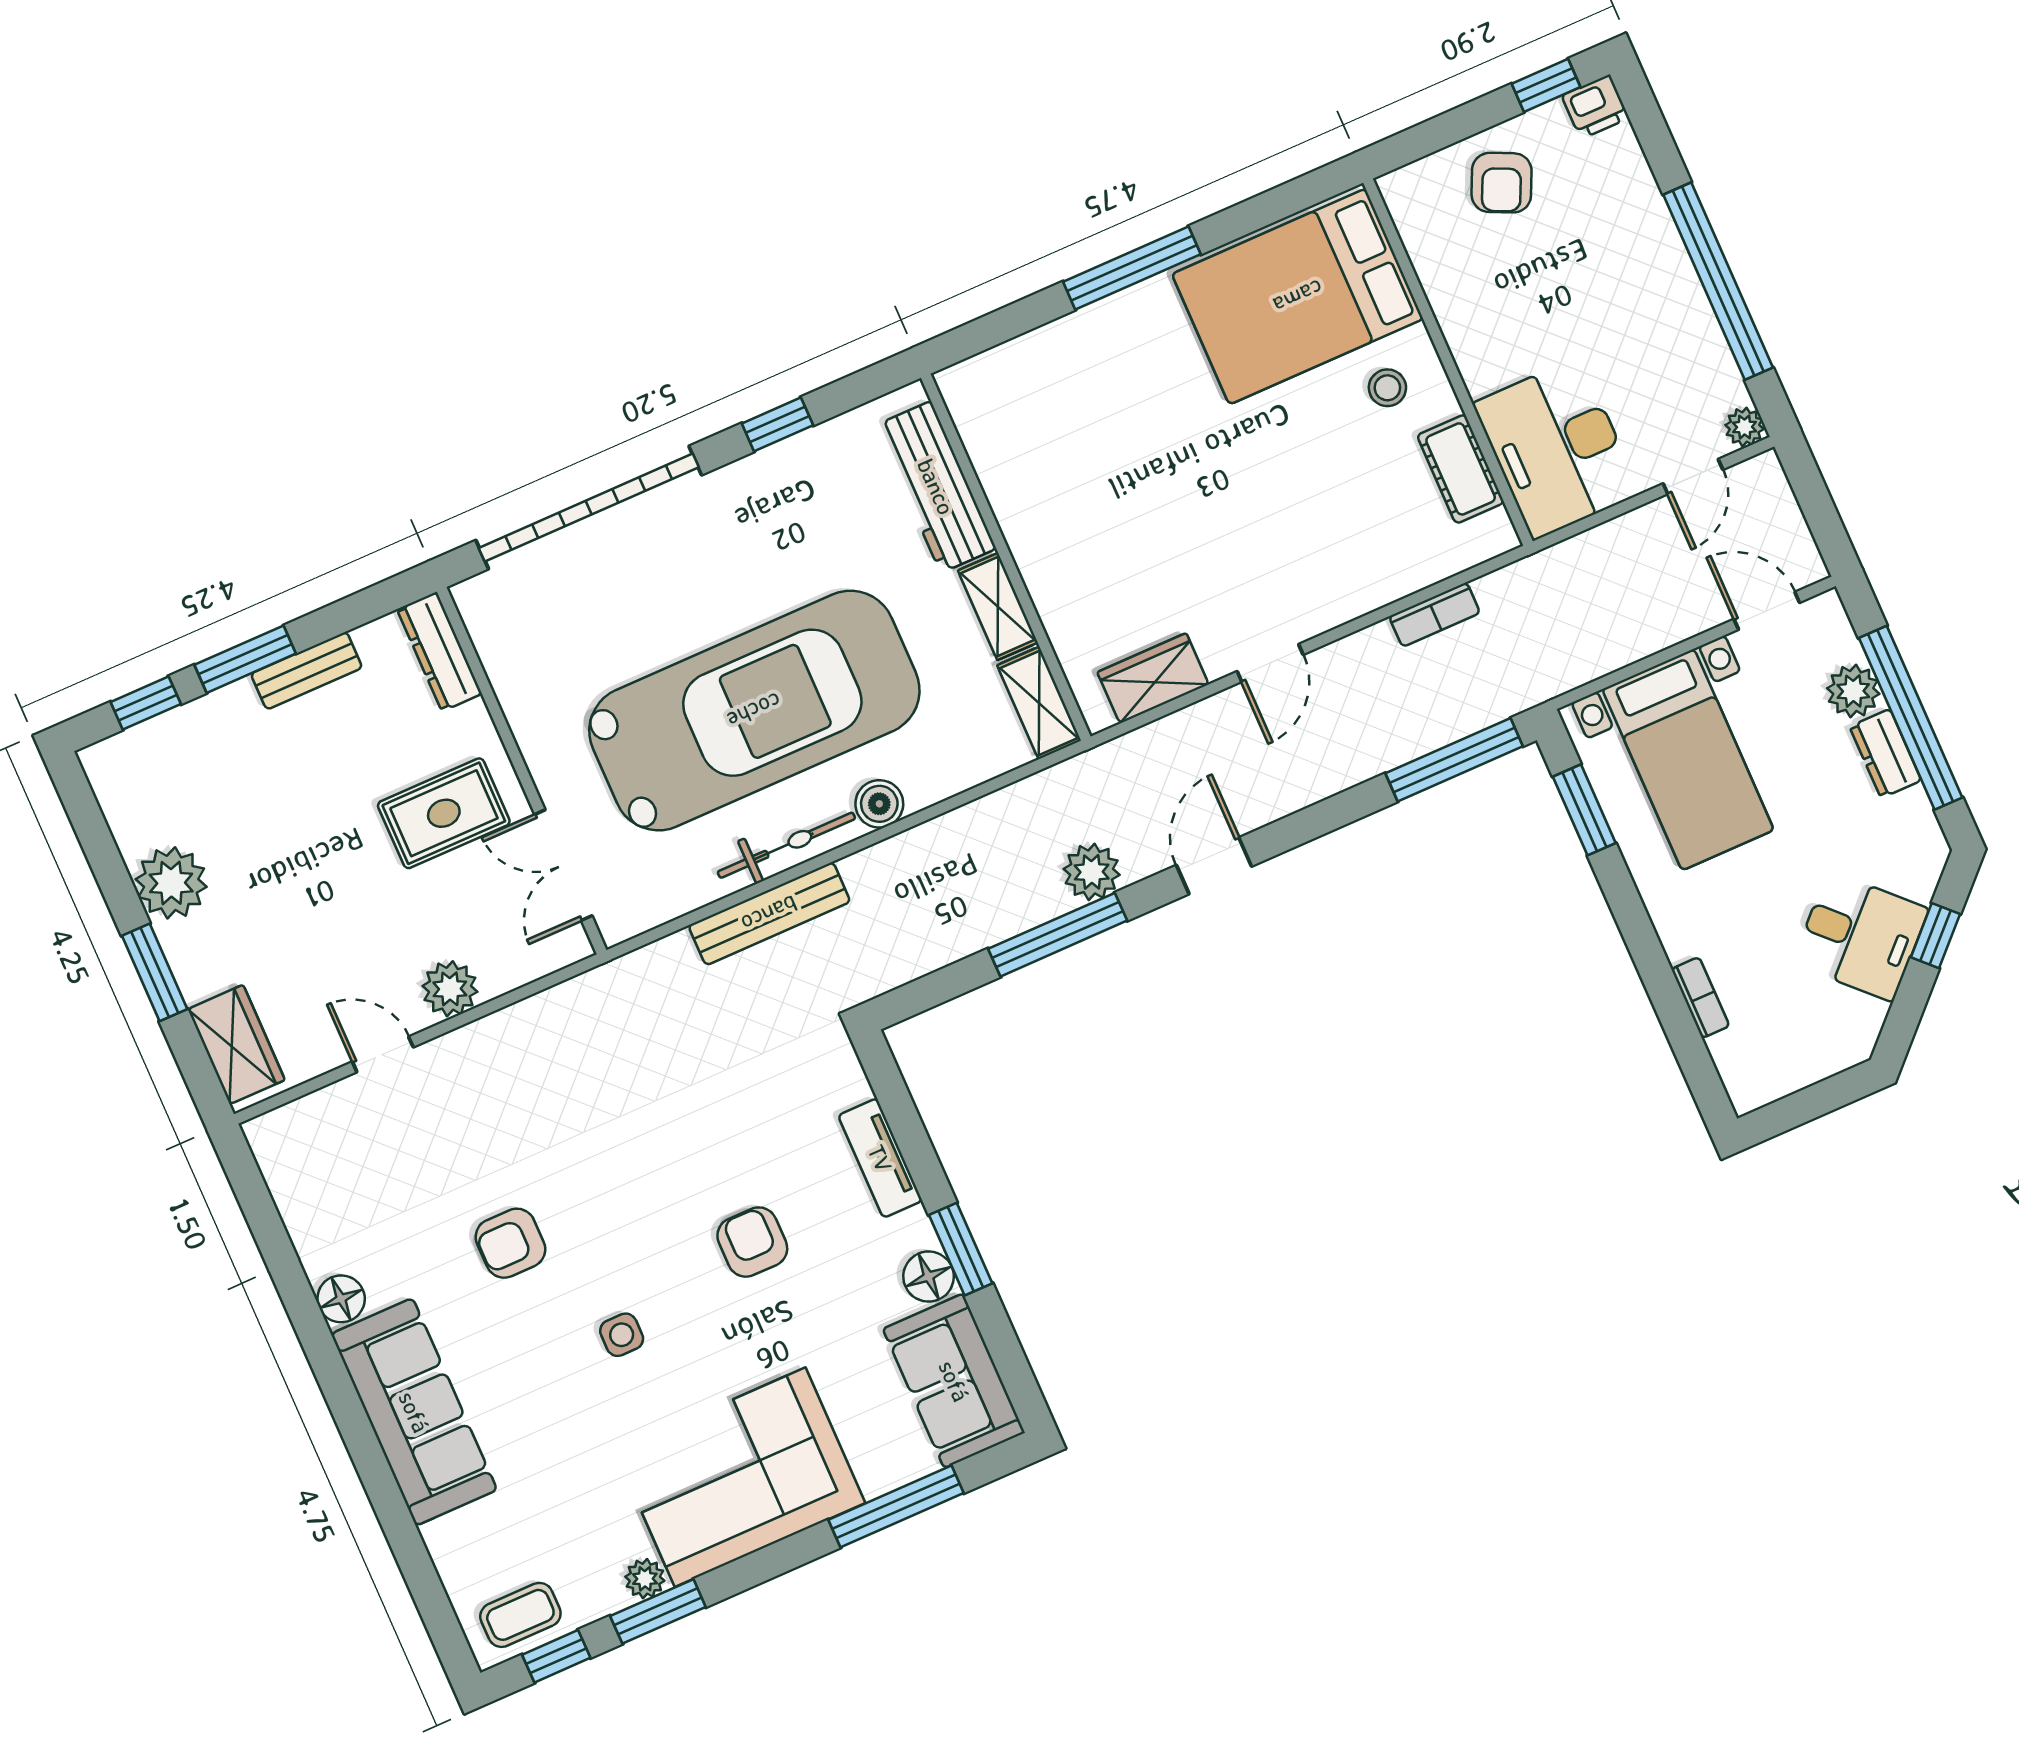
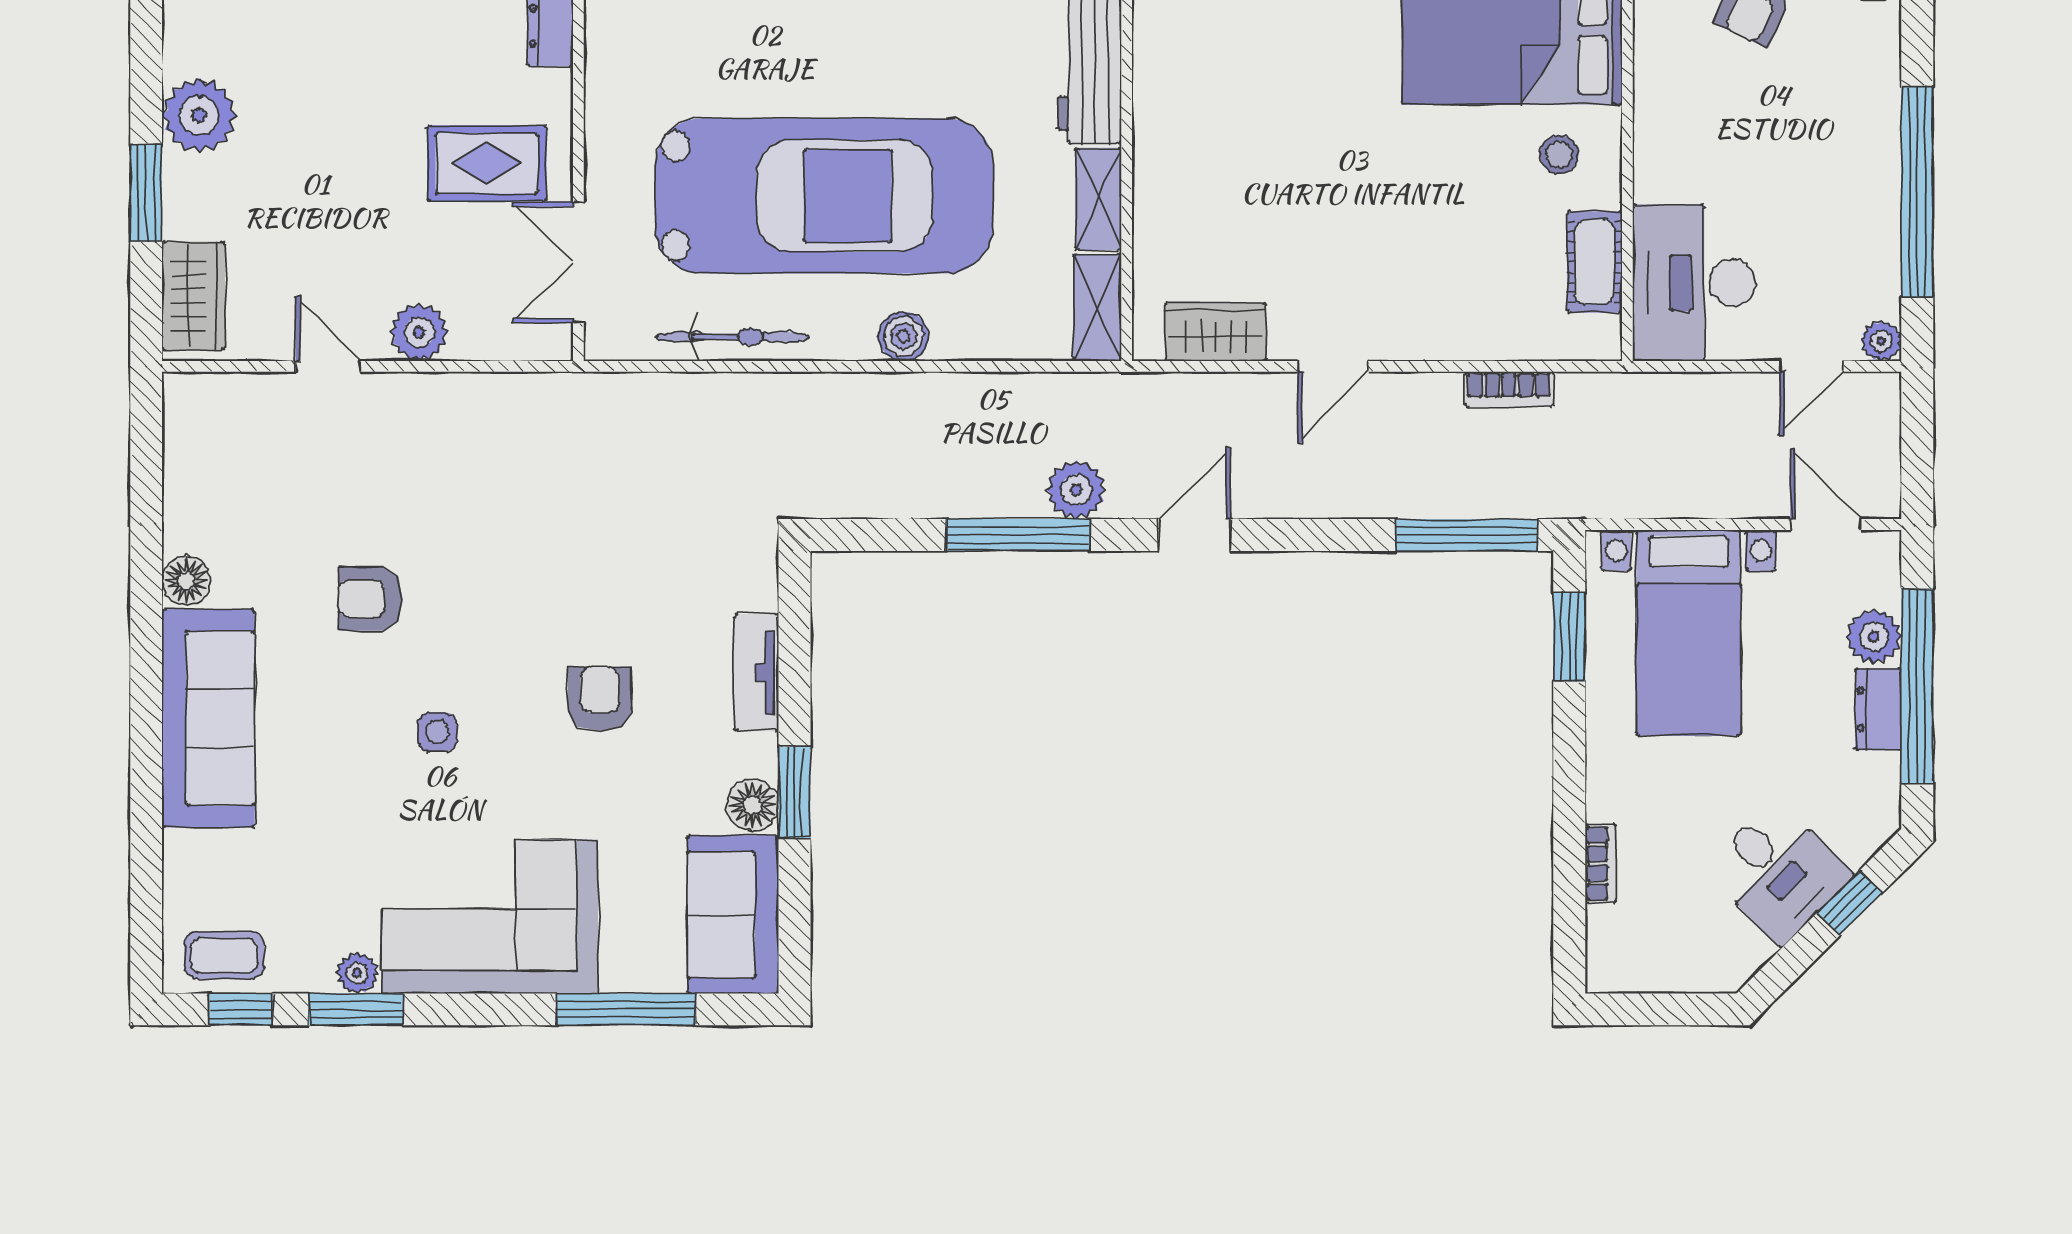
bicycle: (786, 845) -> (732, 337), moved
bench: (769, 914) -> (753, 395), removed

